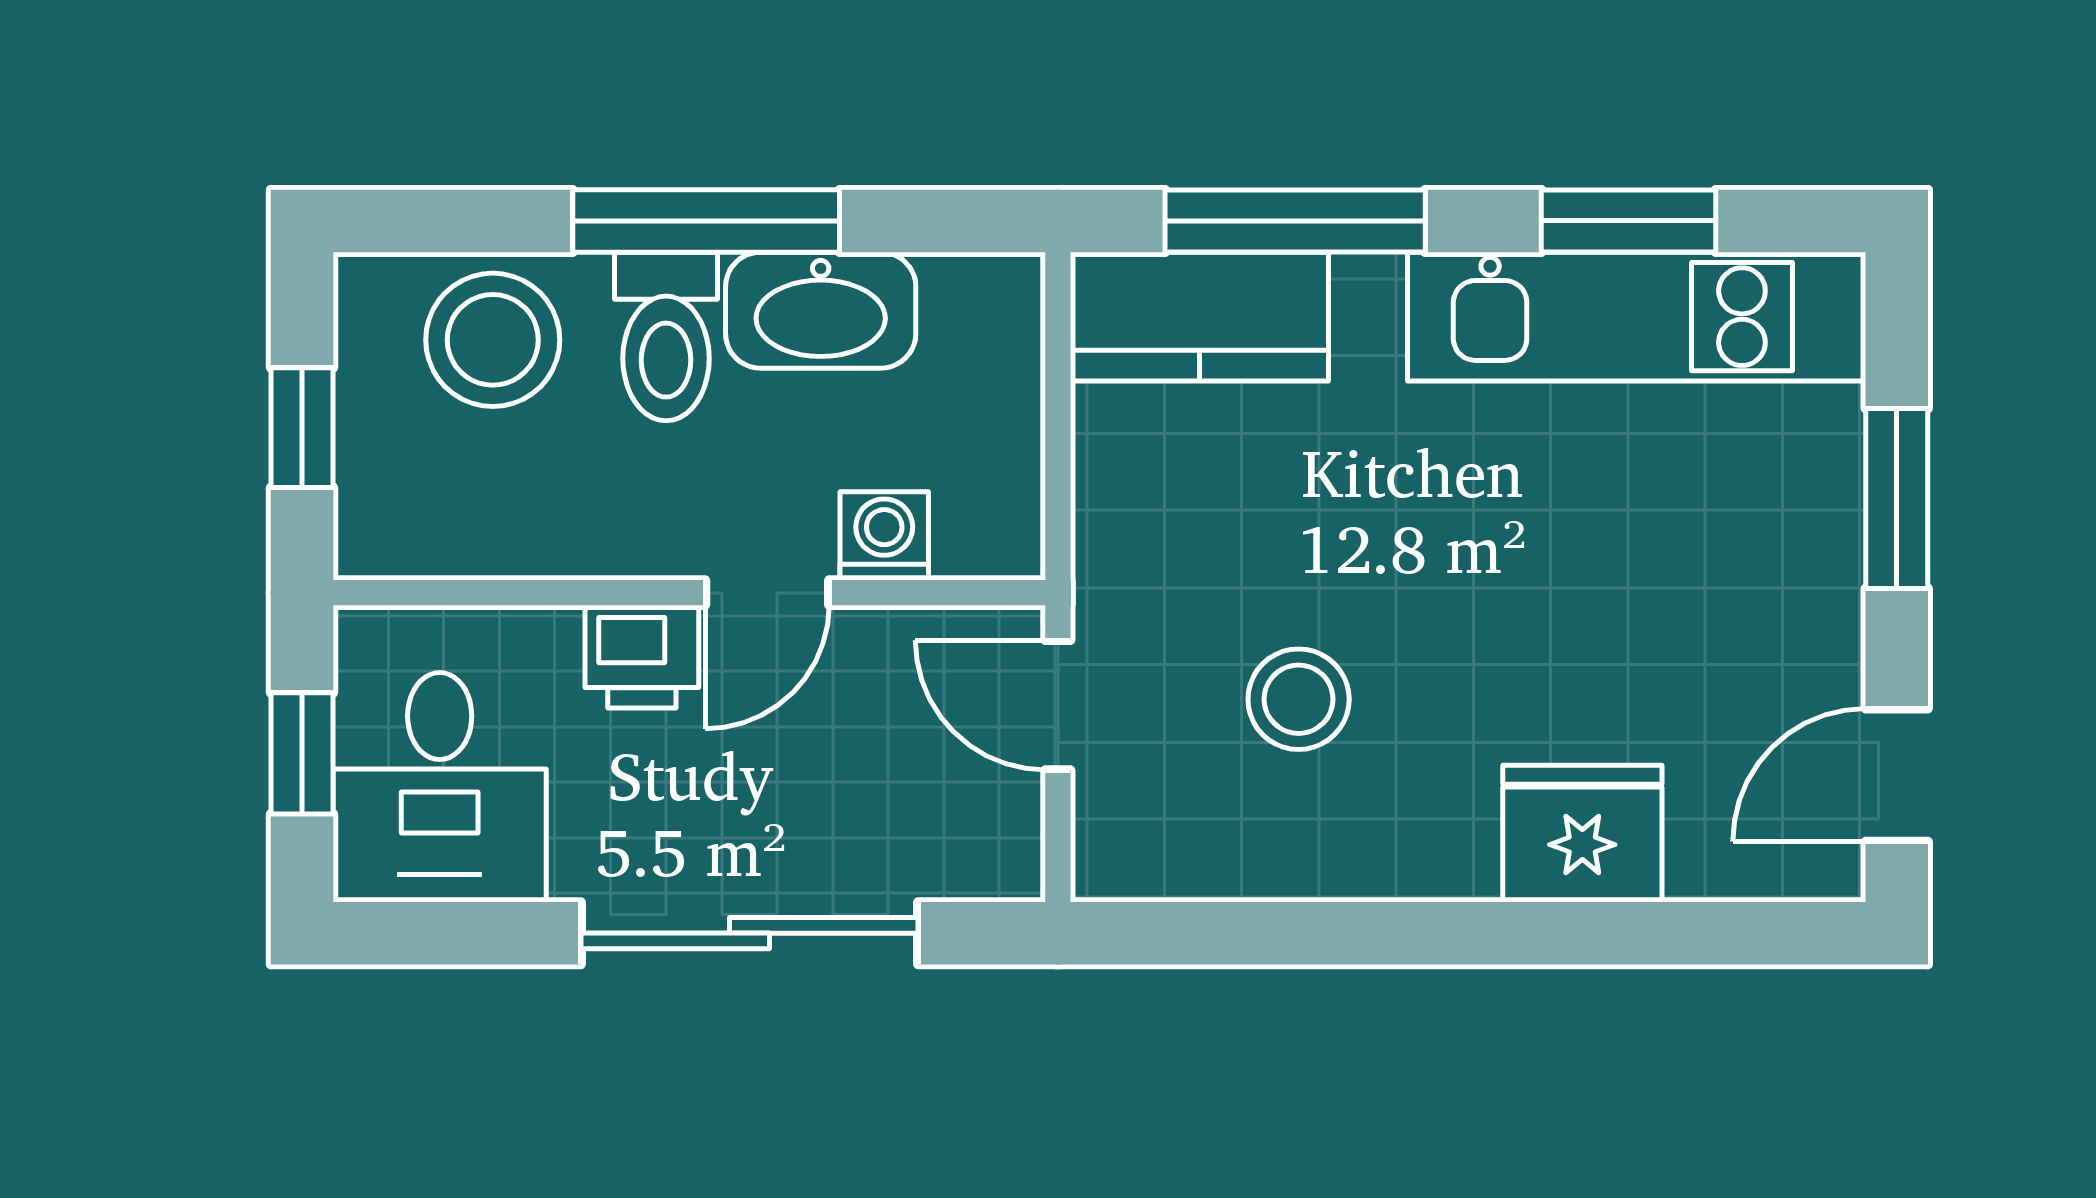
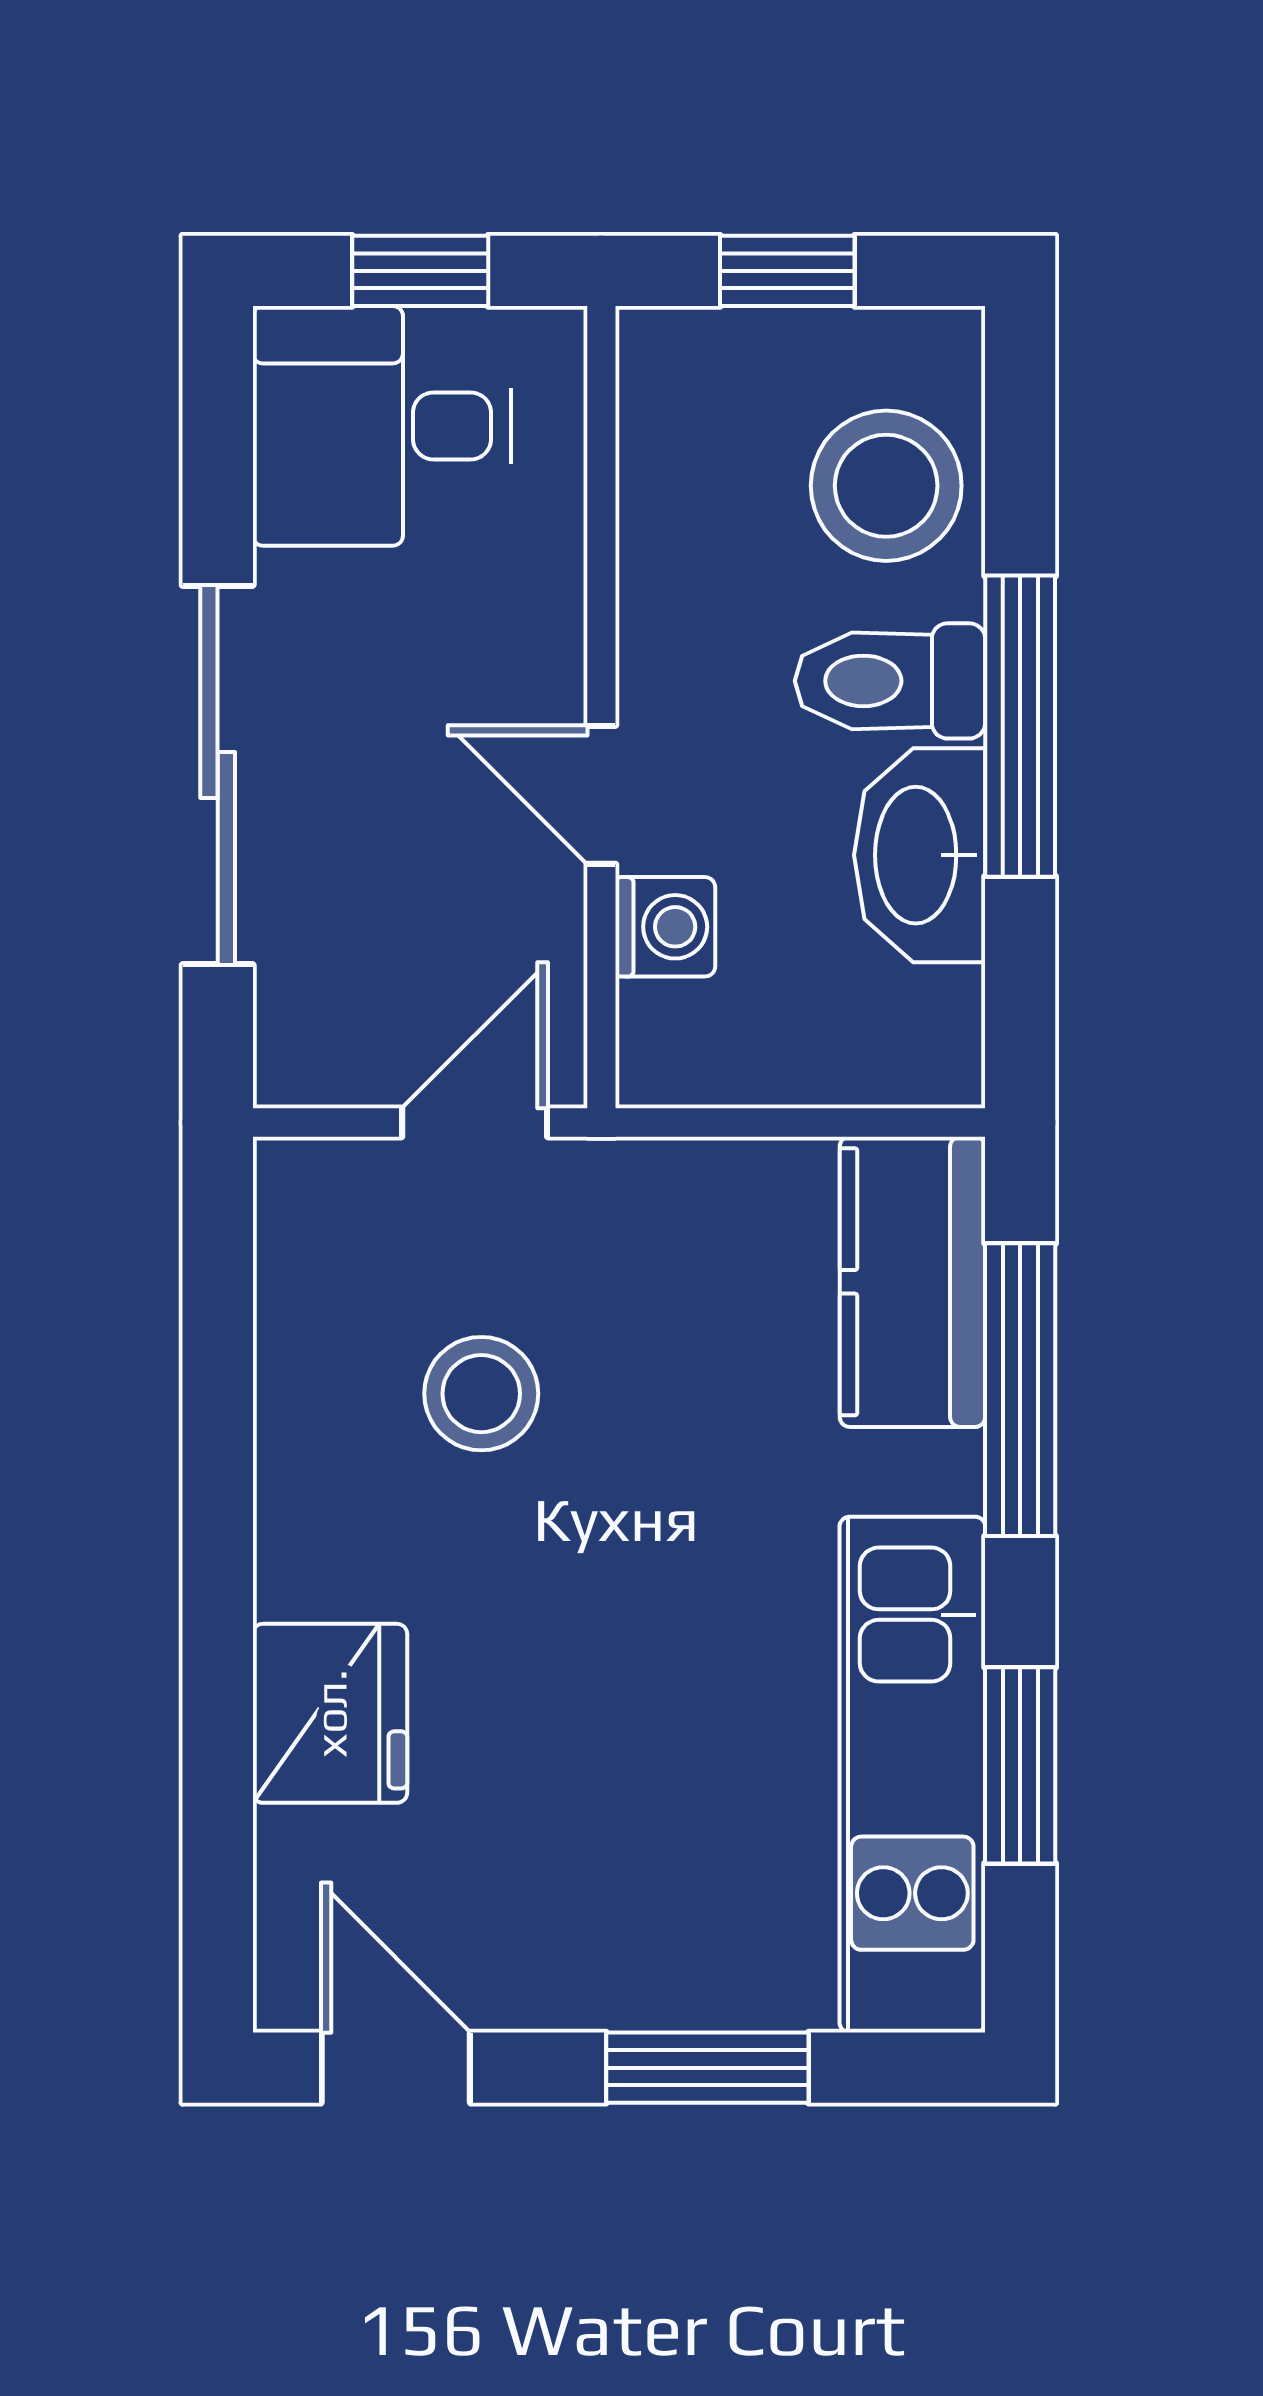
printer: (642, 657) -> (529, 654), removed

